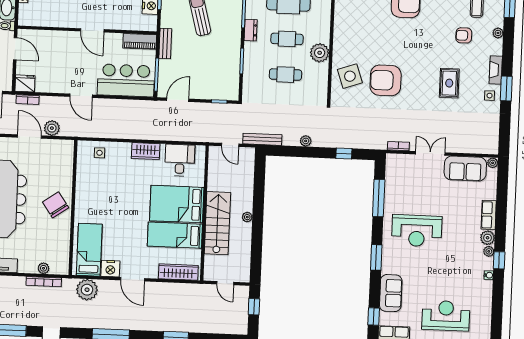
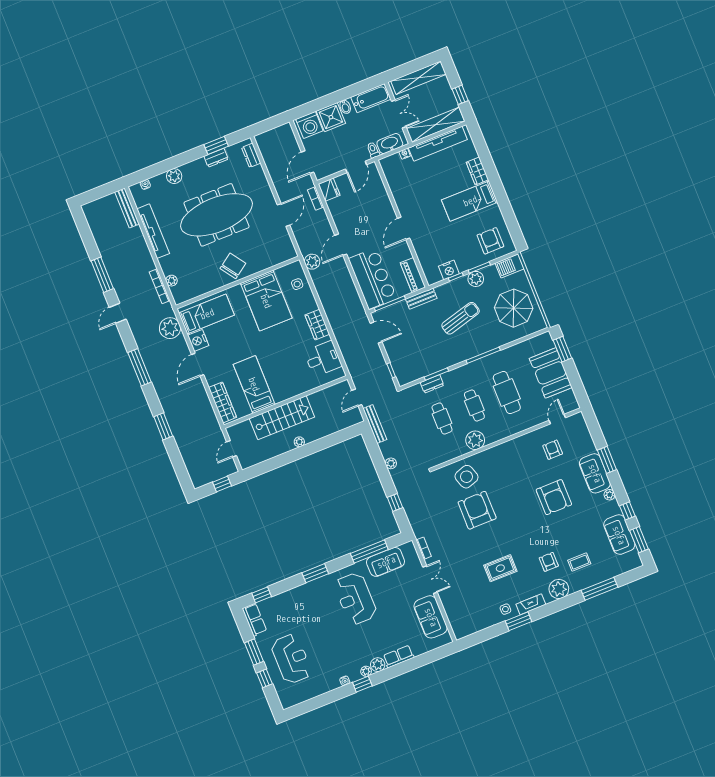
dresser: (251, 30) -> (432, 384), moved
plant: (498, 33) -> (559, 589), width x1.88, depth x1.88
plant: (52, 128) -> (312, 262), moved
plant: (493, 163) -> (447, 639), removed
bed: (177, 204) -> (266, 301), moved, turned 180
sofa: (391, 293) -> (386, 562), moved

